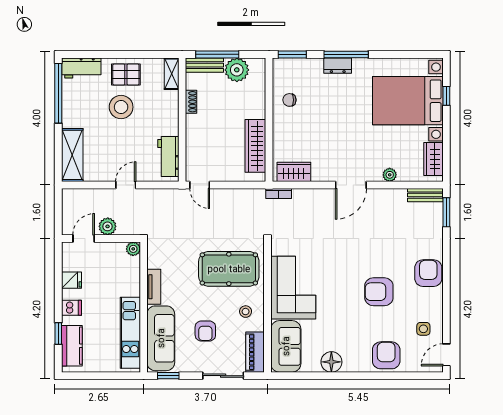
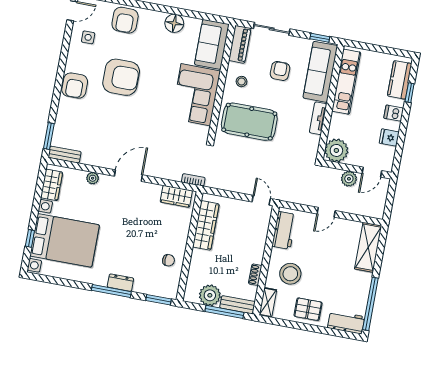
stool: (121, 107) -> (290, 274), moved
plant: (133, 249) -> (336, 150), width x1.88, depth x1.88
armchair: (379, 292) -> (121, 77), width x1.36, depth x1.36

